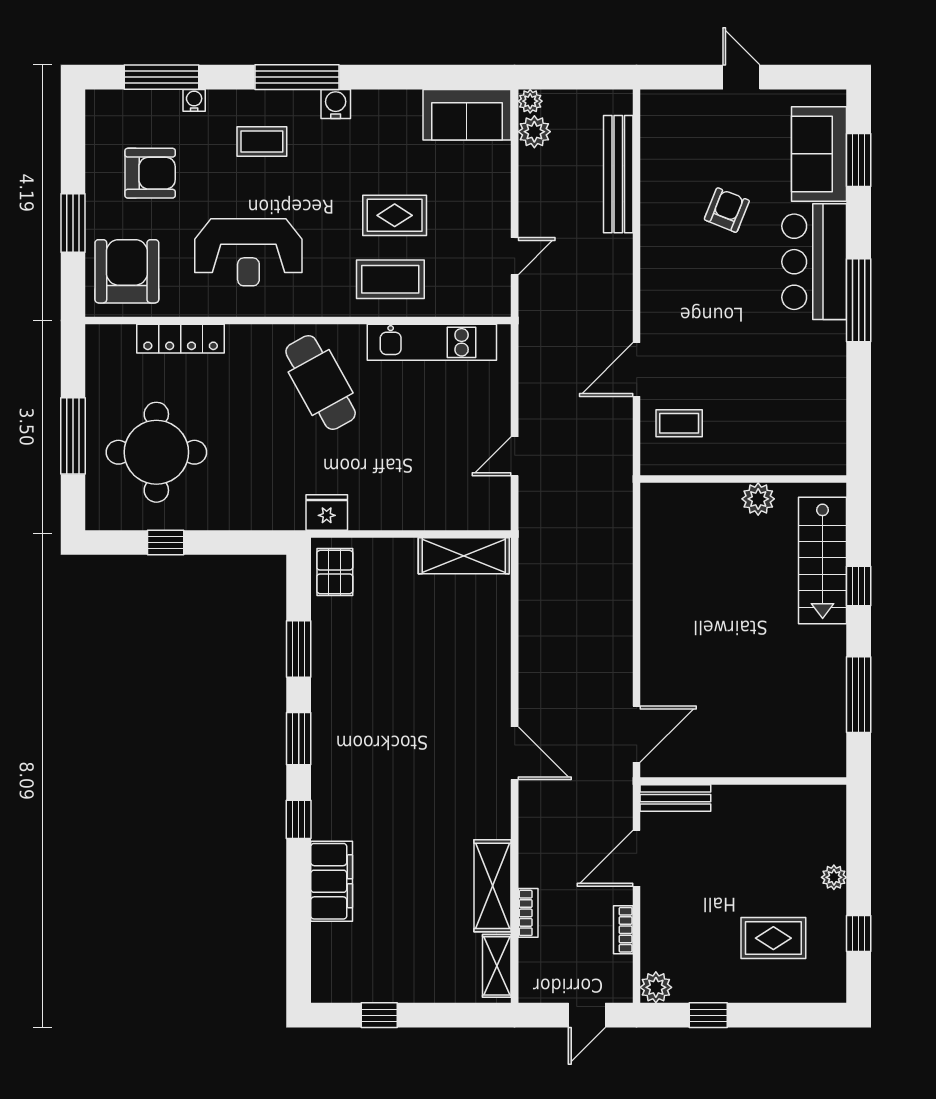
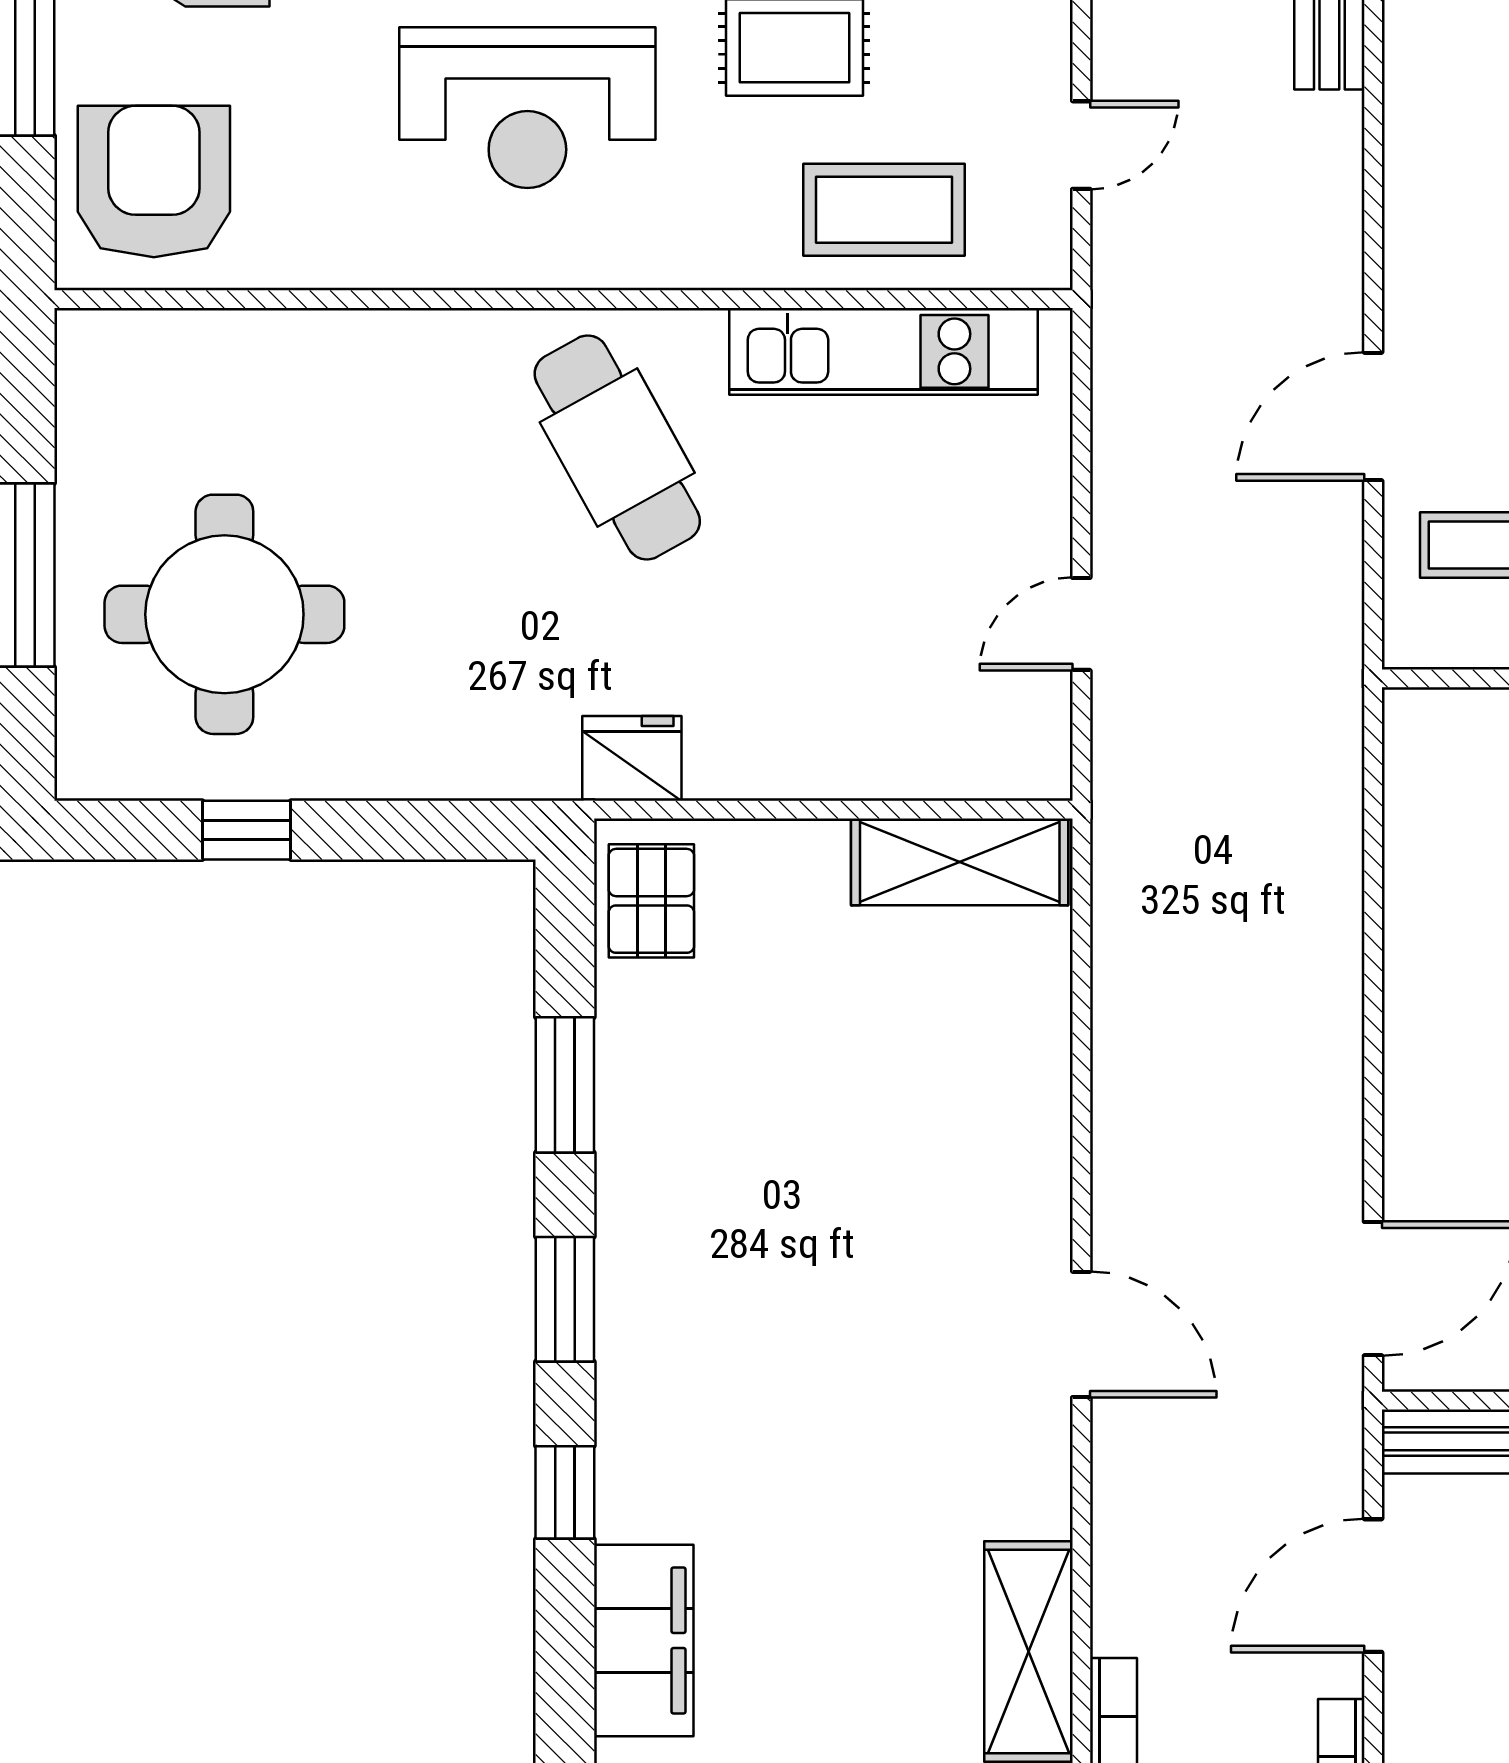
reception desk: (248, 252) -> (527, 108), moved
coffee table: (390, 279) -> (884, 210), moved
locker: (181, 339) -> (282, 342), removed

